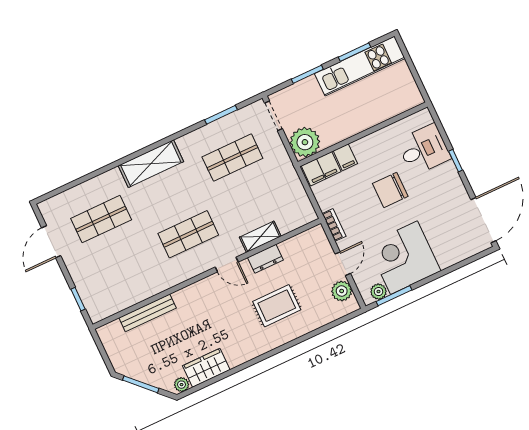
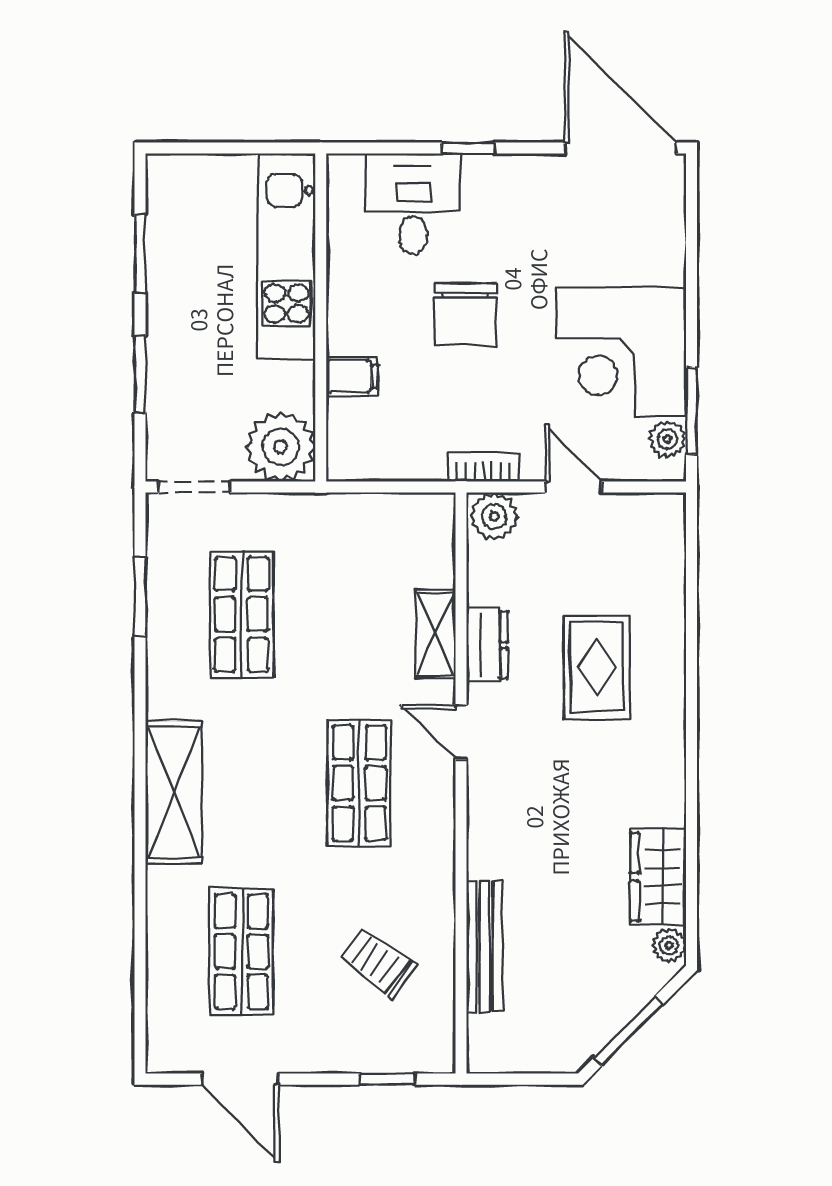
kitchen unit: (360, 66) -> (286, 256), moved, turned 180
filing cabinet: (321, 169) -> (352, 439), removed
door: (227, 265) -> (461, 732), swing flipped
trolley: (122, 275) -> (379, 963), added
plant: (342, 291) -> (494, 516), moved

